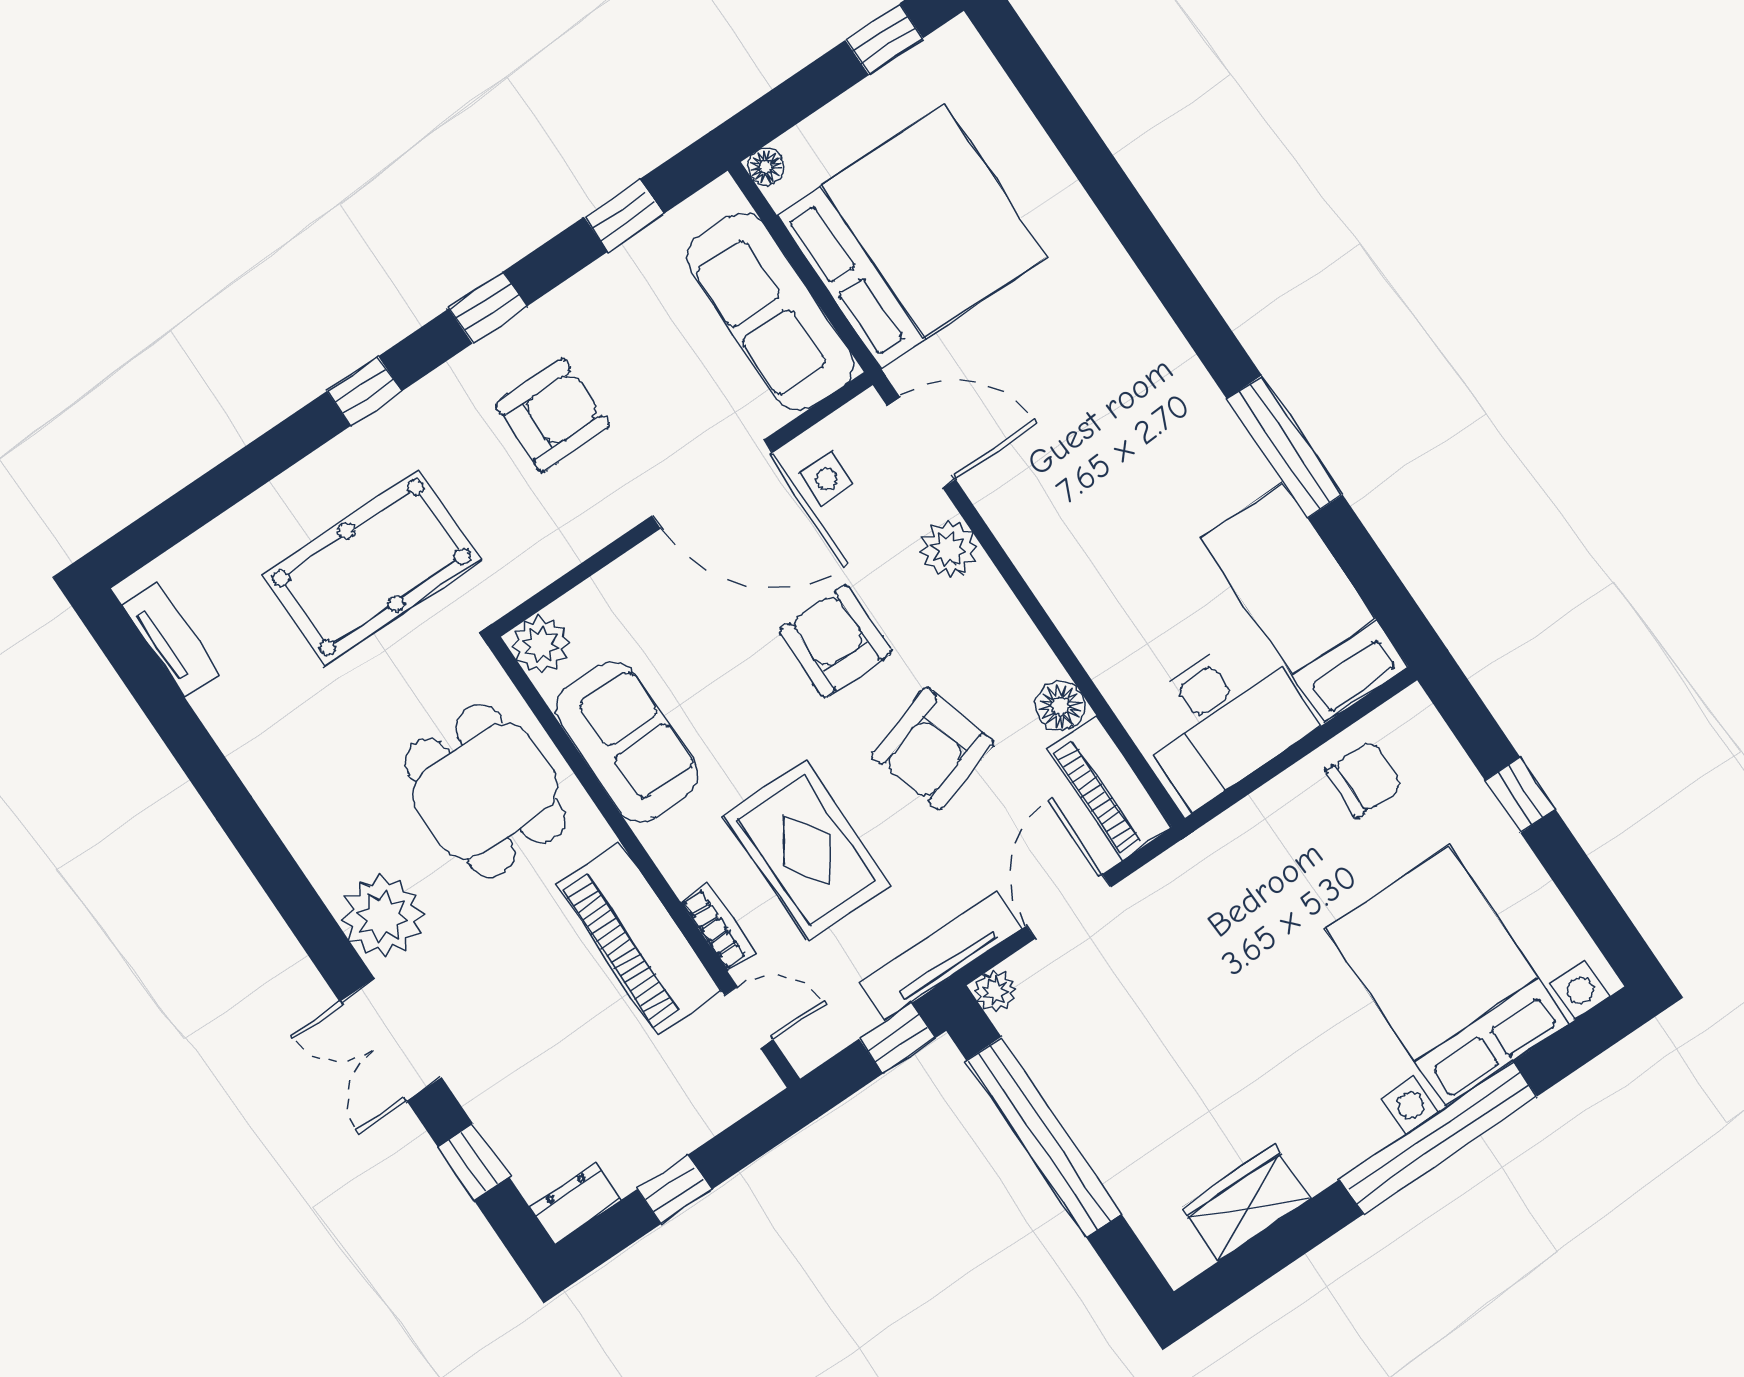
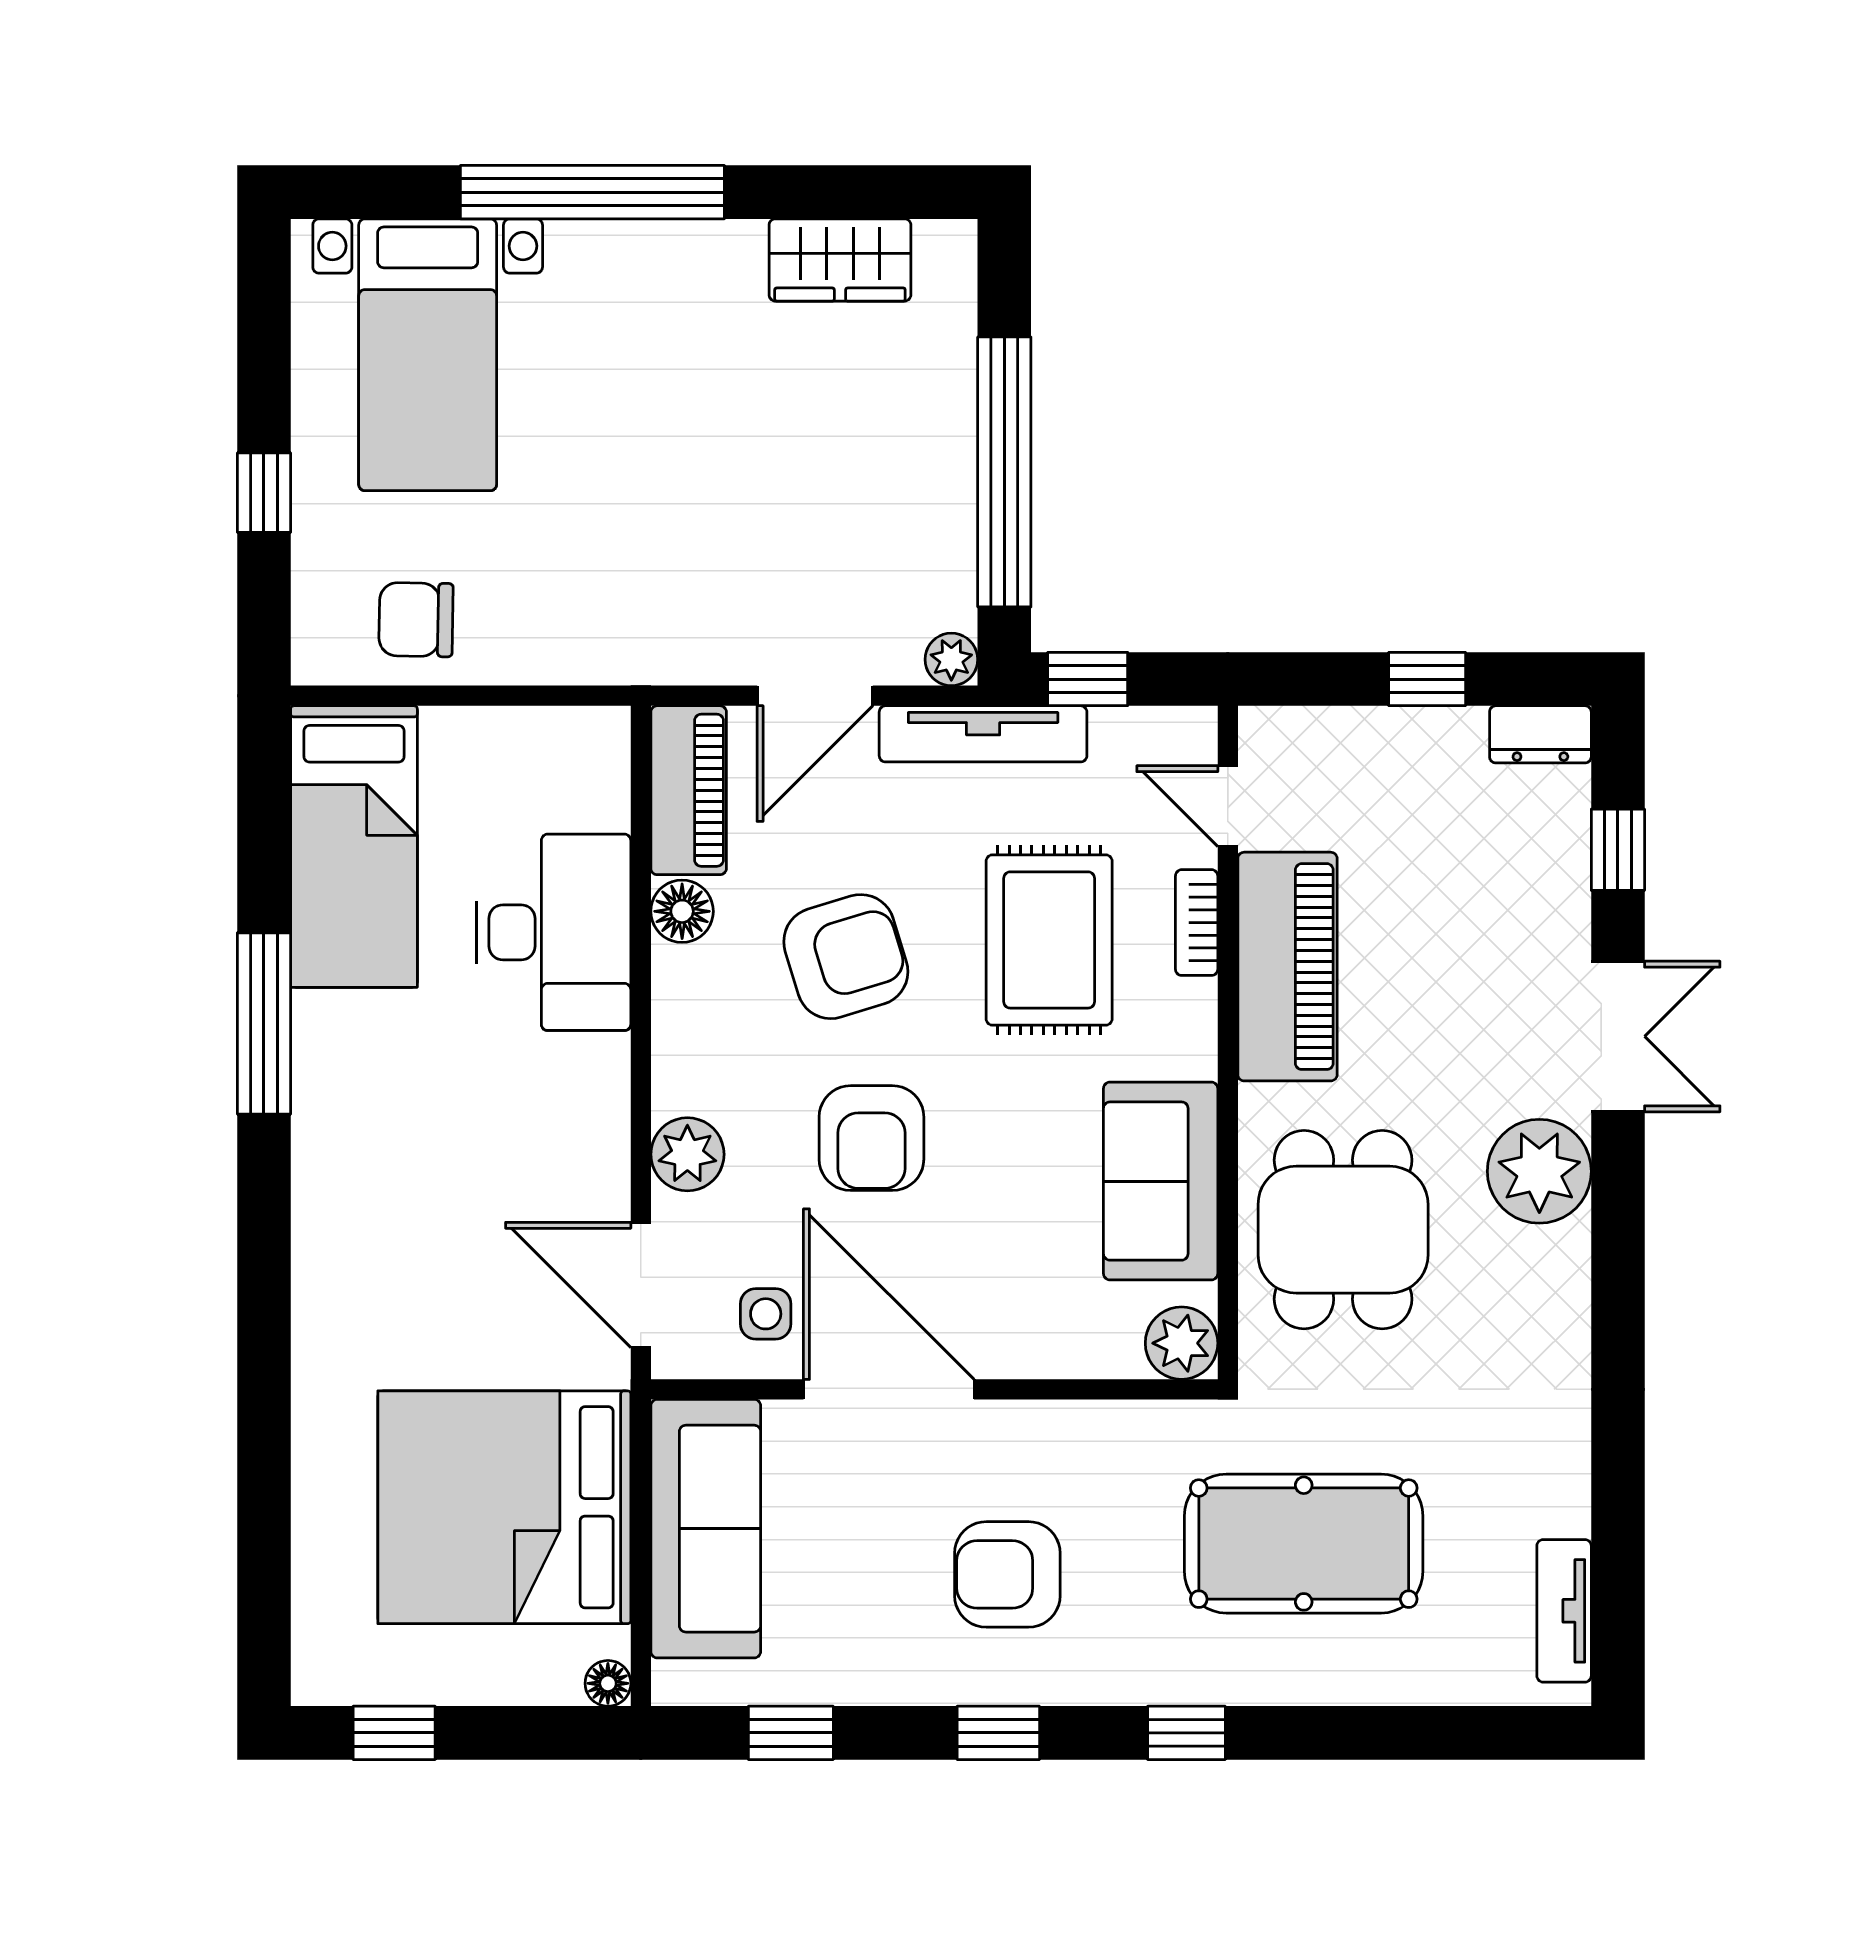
desk: (1223, 719) -> (554, 932), moved, turned 90
bed with nightstands: (1447, 976) -> (428, 355), width x0.73

